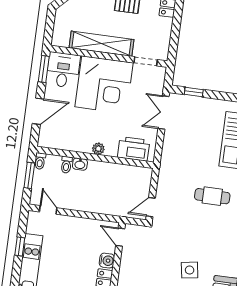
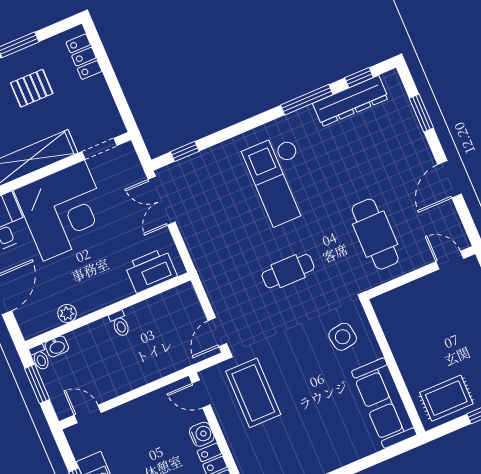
plant: (98, 149) -> (67, 313), moved
washbasin: (80, 164) -> (57, 346), moved
toilet: (66, 165) -> (120, 324), moved
coffee table: (151, 254) -> (253, 393), added
side table: (190, 270) -> (343, 337), moved

